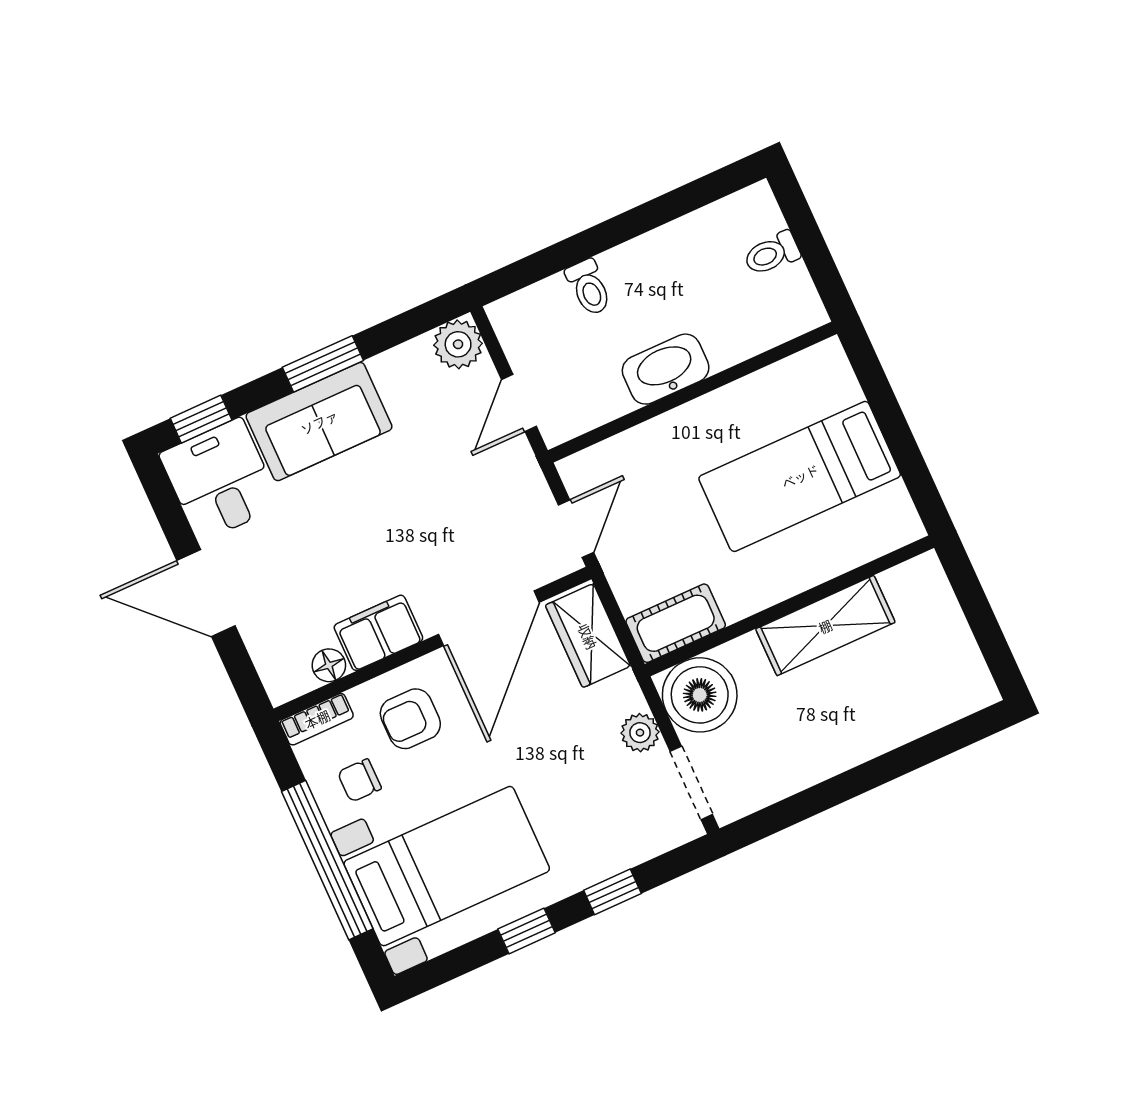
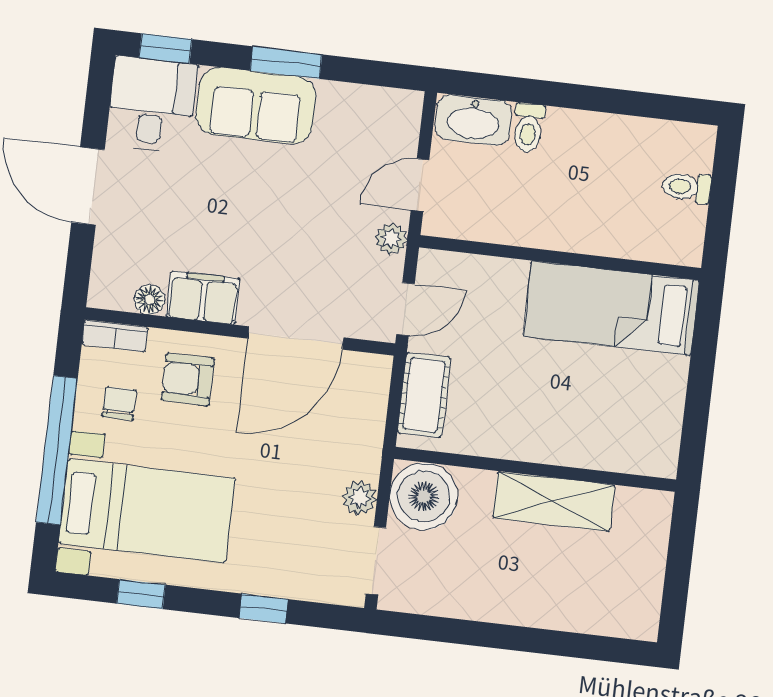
plant: (458, 344) -> (391, 239), moved, width x0.73, depth x0.73
washbasin: (666, 369) -> (473, 120), moved, turned 180
bed: (800, 476) -> (611, 308), moved
cot: (676, 623) -> (424, 395), moved, turned 90
wardrobe: (588, 636) -> (365, 398), removed
chair: (359, 780) -> (119, 403), turned 90
window: (527, 931) -> (141, 594), moved

